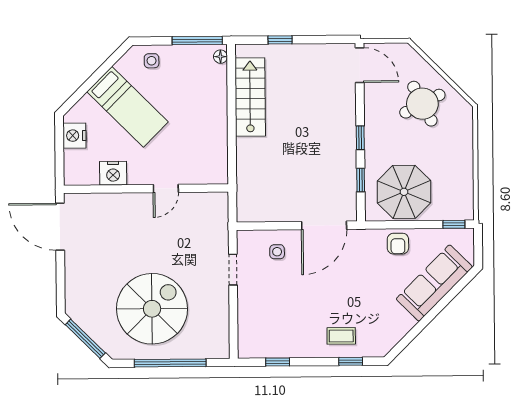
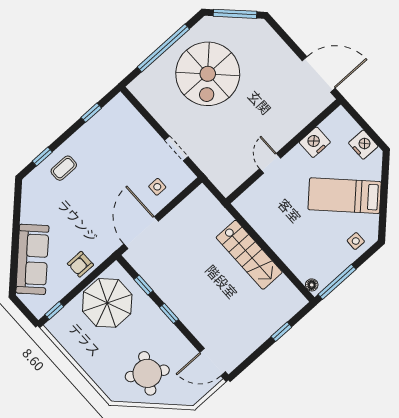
stairs: (250, 97) -> (249, 255), moved
round table: (422, 104) -> (147, 373), turned -32
armchair: (398, 244) -> (80, 264), turned -90

